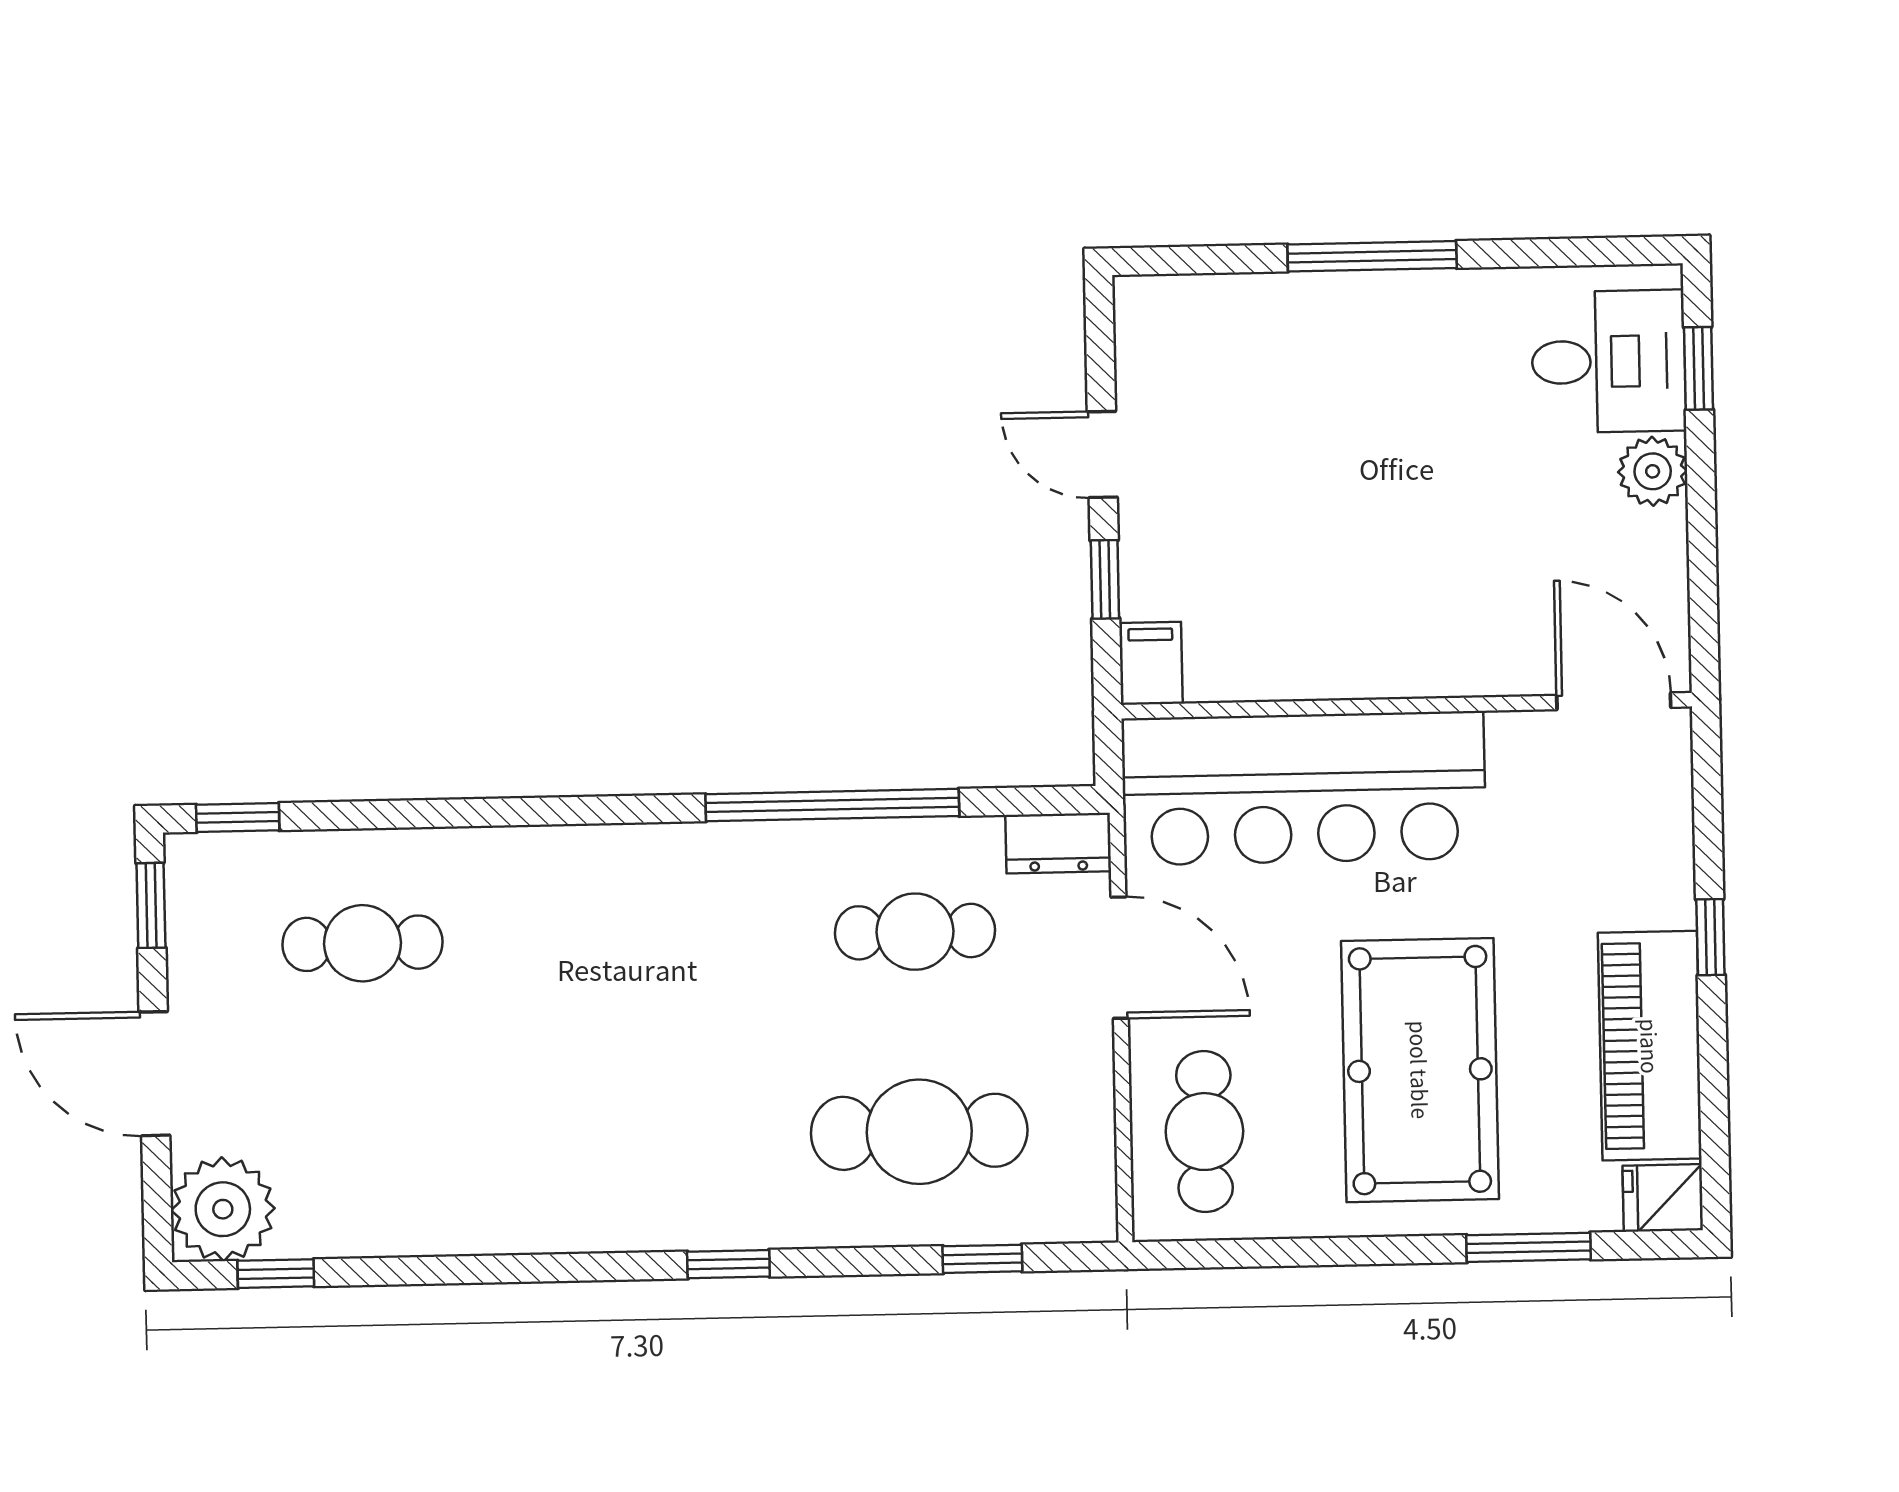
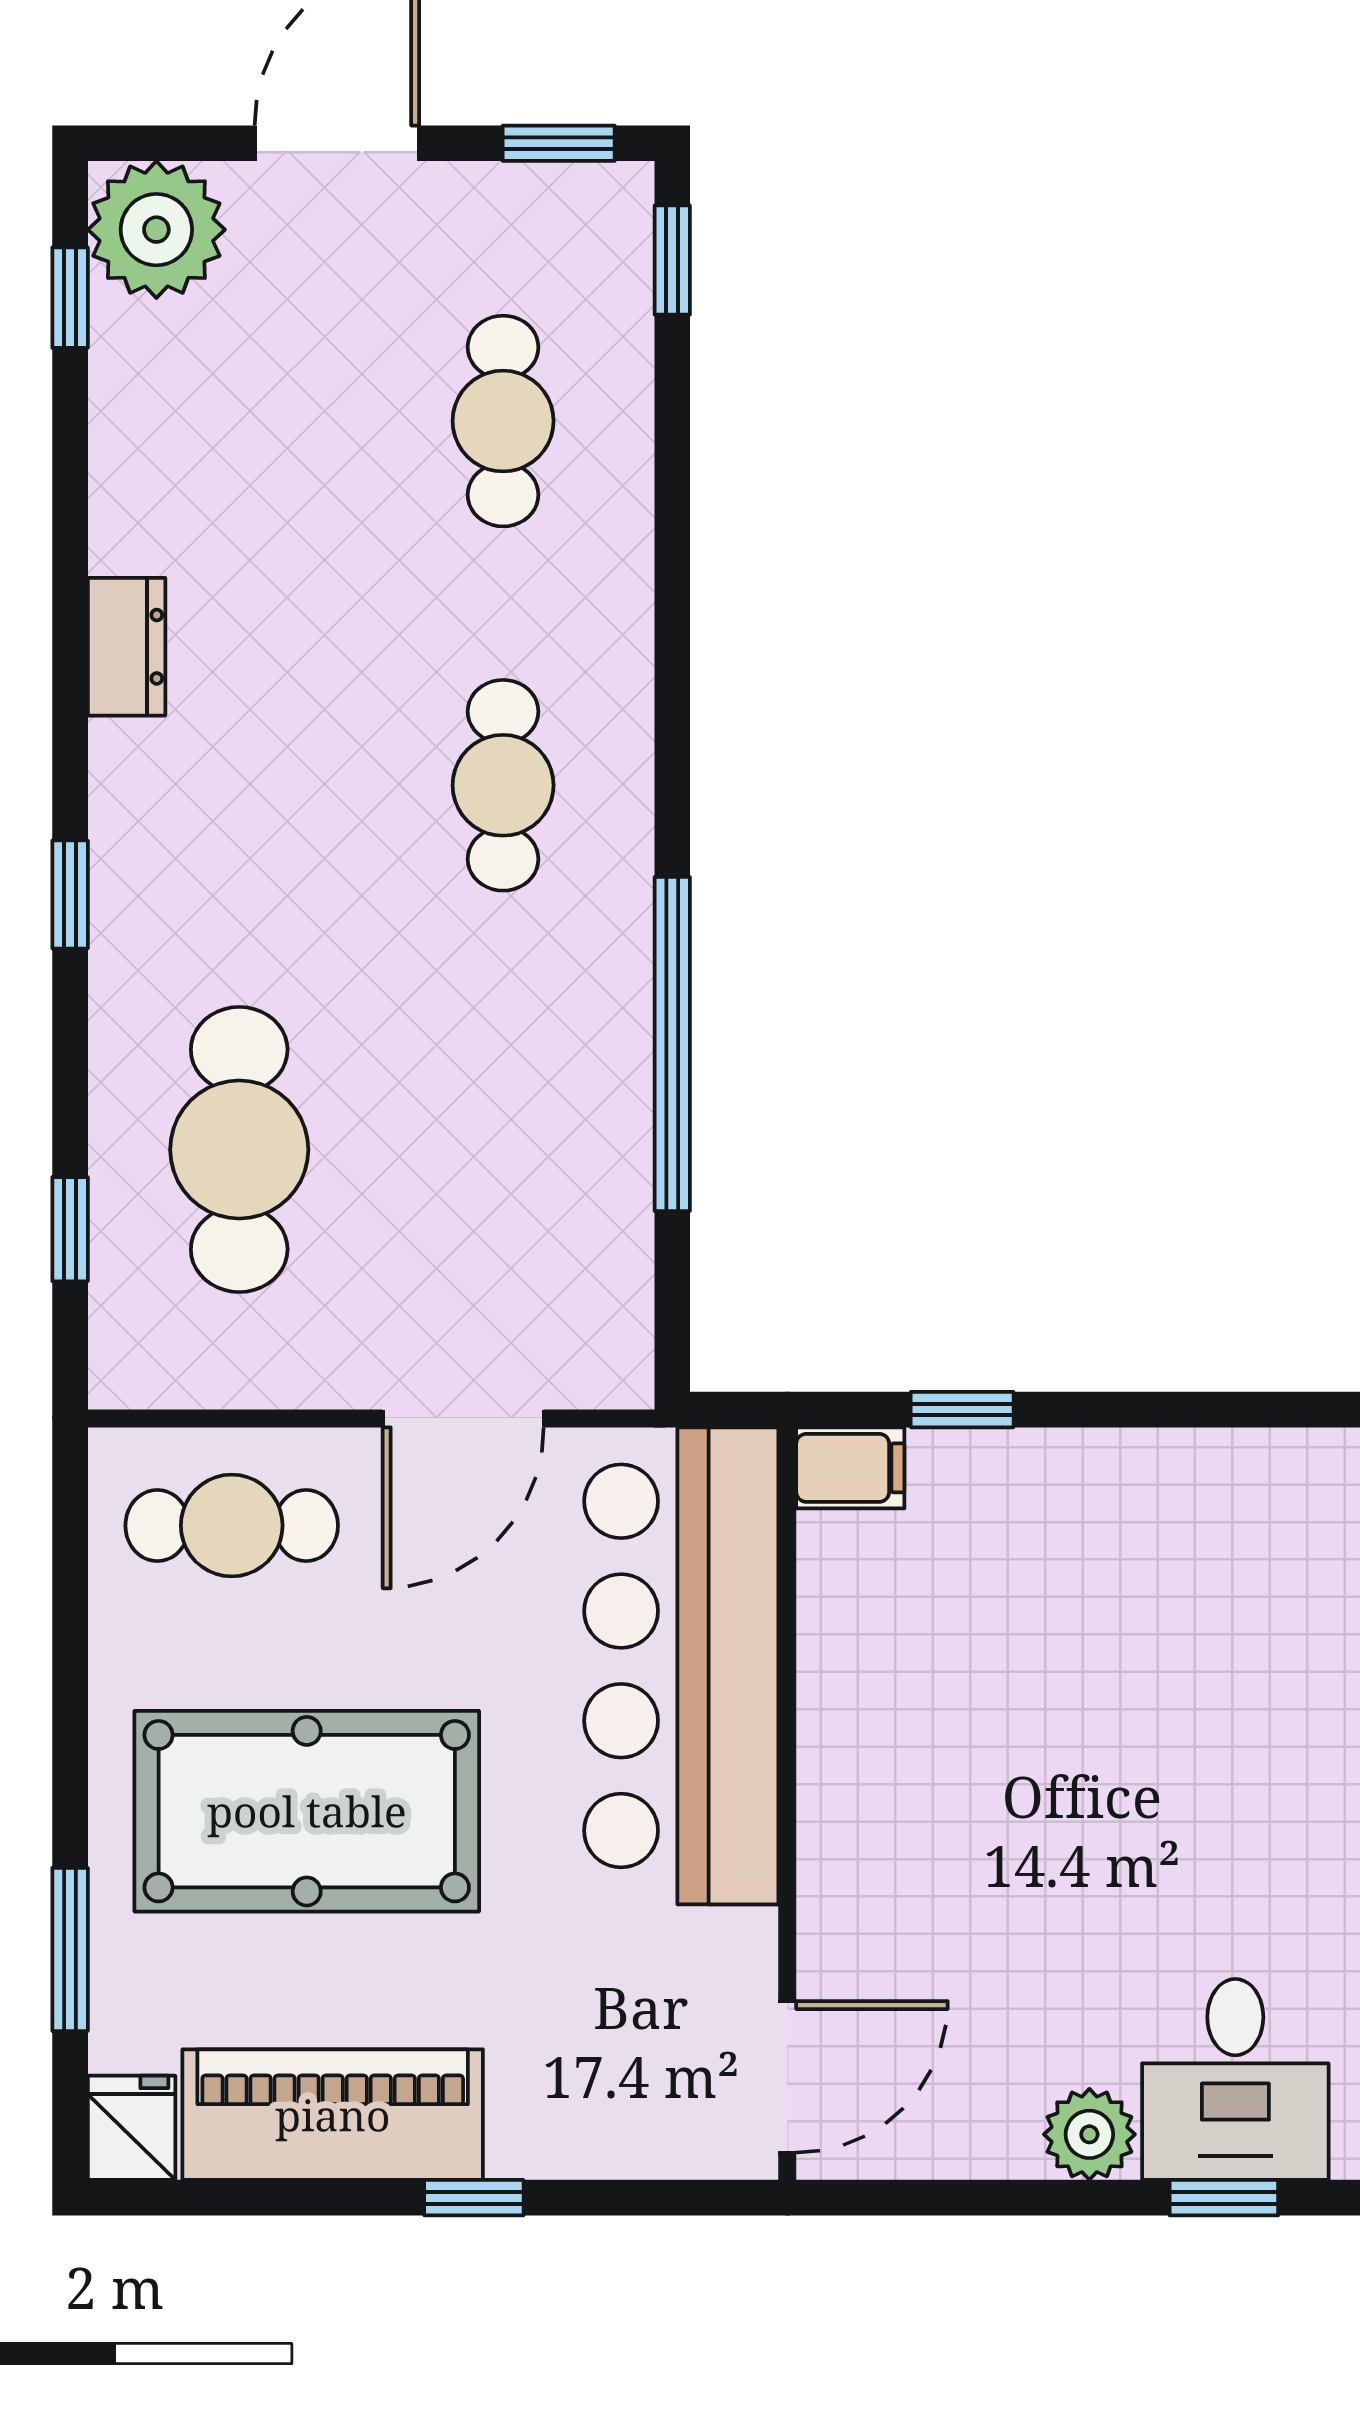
door: (1102, 454) -> (1127, 1410), removed
dresser: (1058, 843) -> (127, 647), moved, turned 180
cafe table: (915, 932) -> (503, 785), moved

